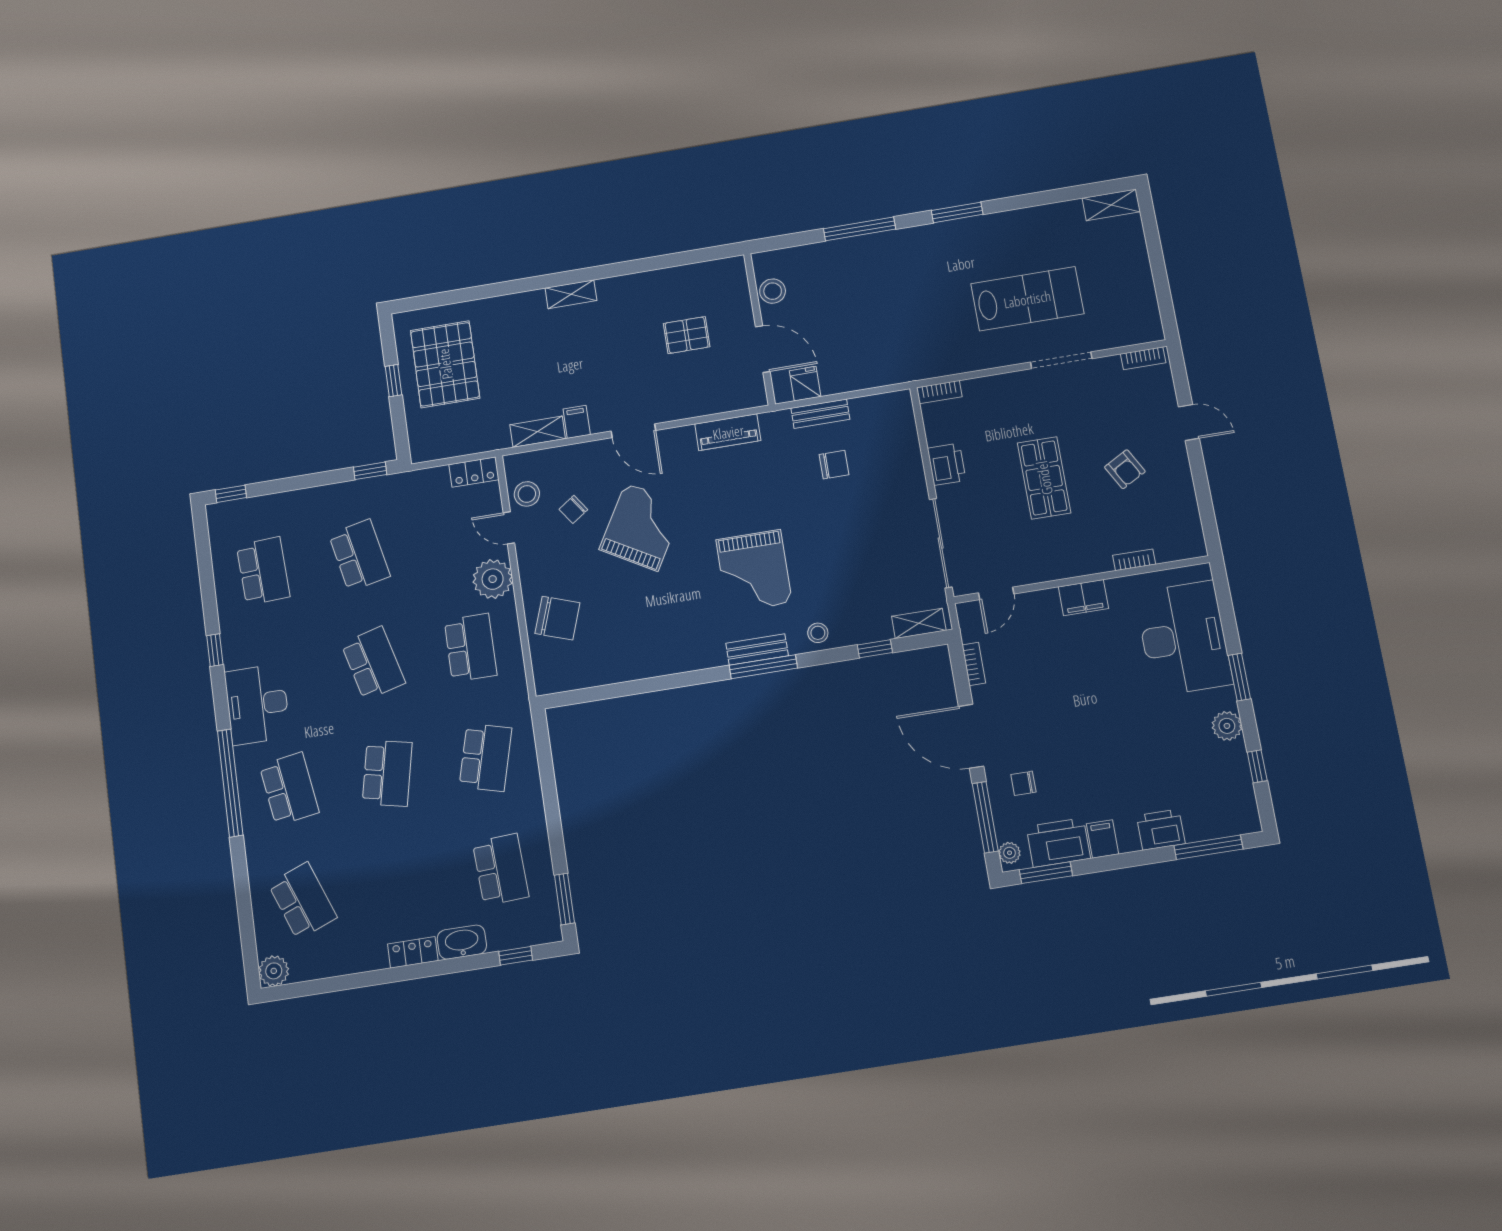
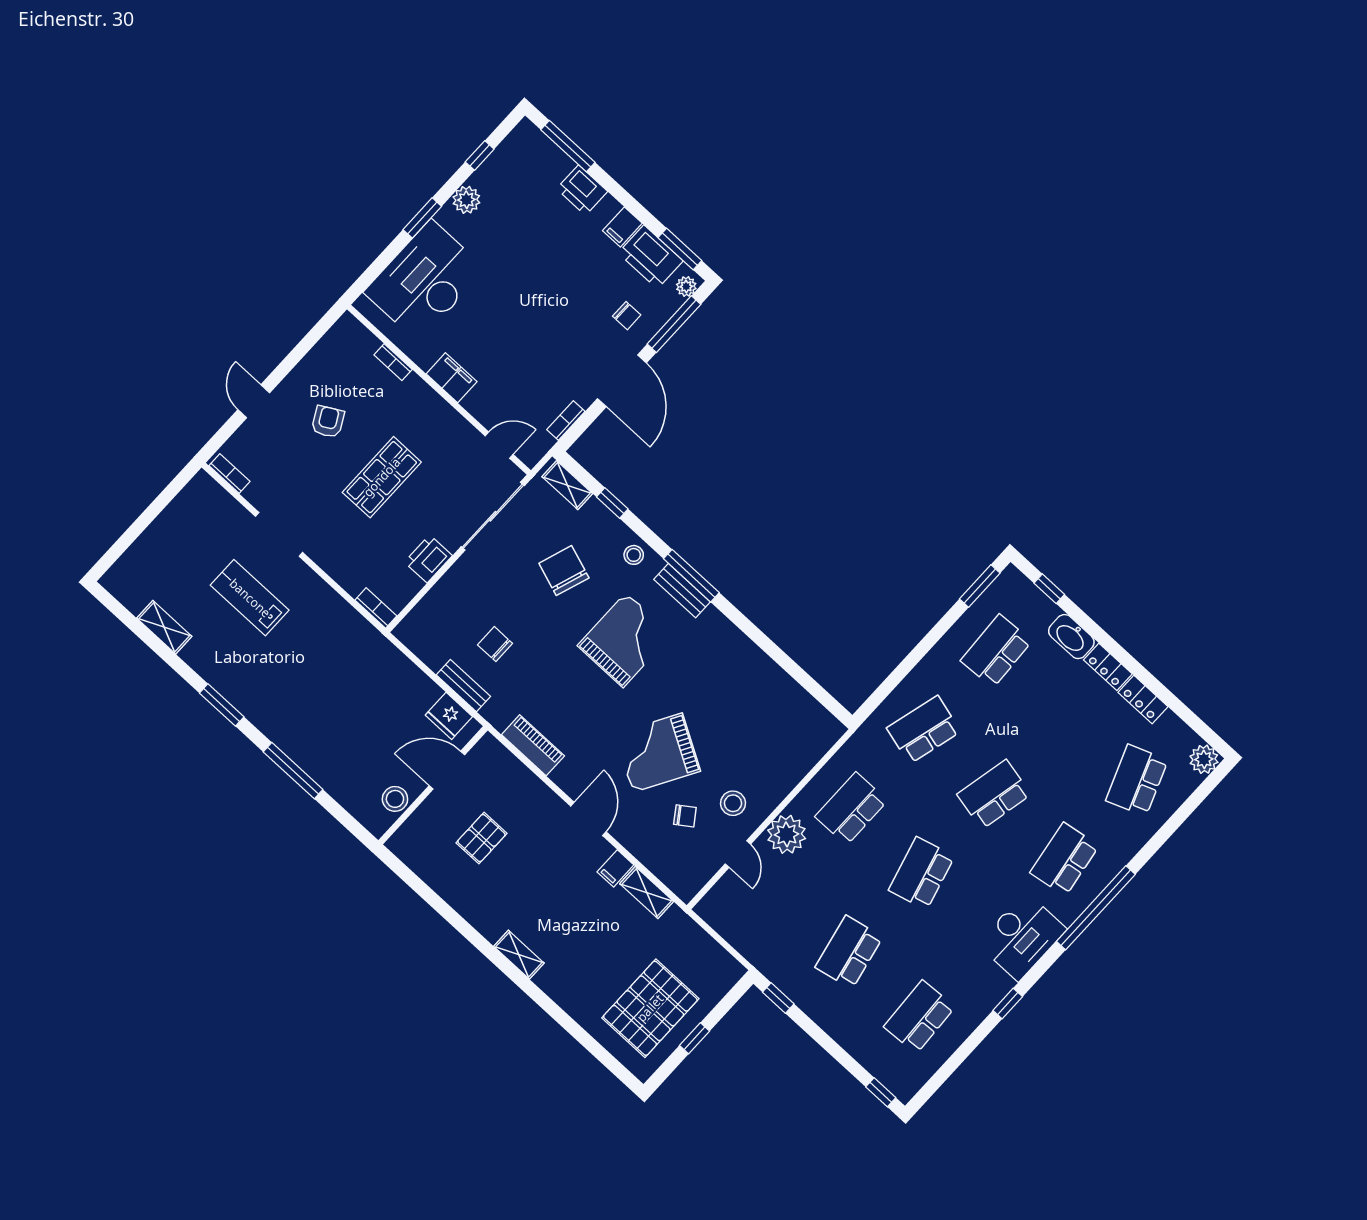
shelving: (1111, 205) -> (164, 627), moved
lab bench: (1027, 299) -> (250, 598), width x0.73, depth x0.72
pallet: (687, 335) -> (481, 838), turned 90
door: (763, 349) -> (447, 770), hinge flipped
fridge: (805, 384) -> (449, 716), width x1.38
locker: (474, 472) -> (1143, 700), moved, turned 180
stool: (527, 494) -> (733, 803), moved
chair: (557, 618) -> (564, 571), moved

